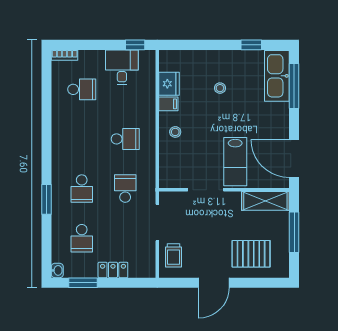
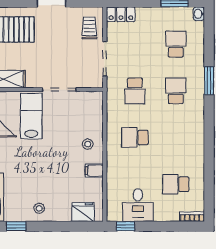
fridge: (169, 84) -> (83, 212), moved, turned 90
stool: (220, 88) -> (39, 208), moved
locker: (113, 270) -> (121, 14), moved

